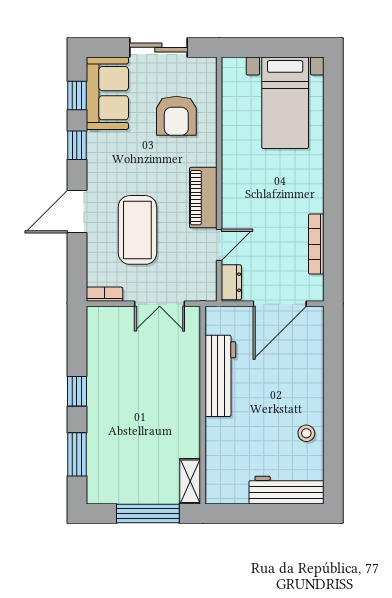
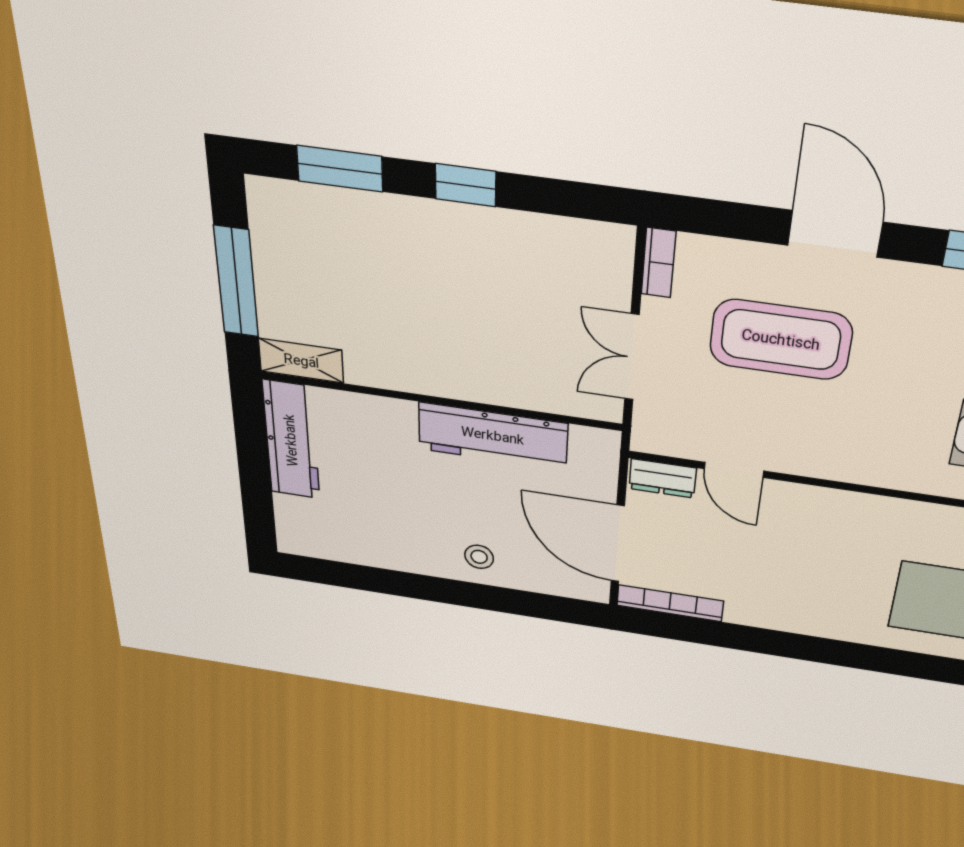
piano: (203, 198) -> (827, 458), removed
bookcase: (316, 244) -> (670, 603), moved
stool: (306, 433) -> (479, 557), moved
workbench: (287, 490) -> (291, 440), moved

